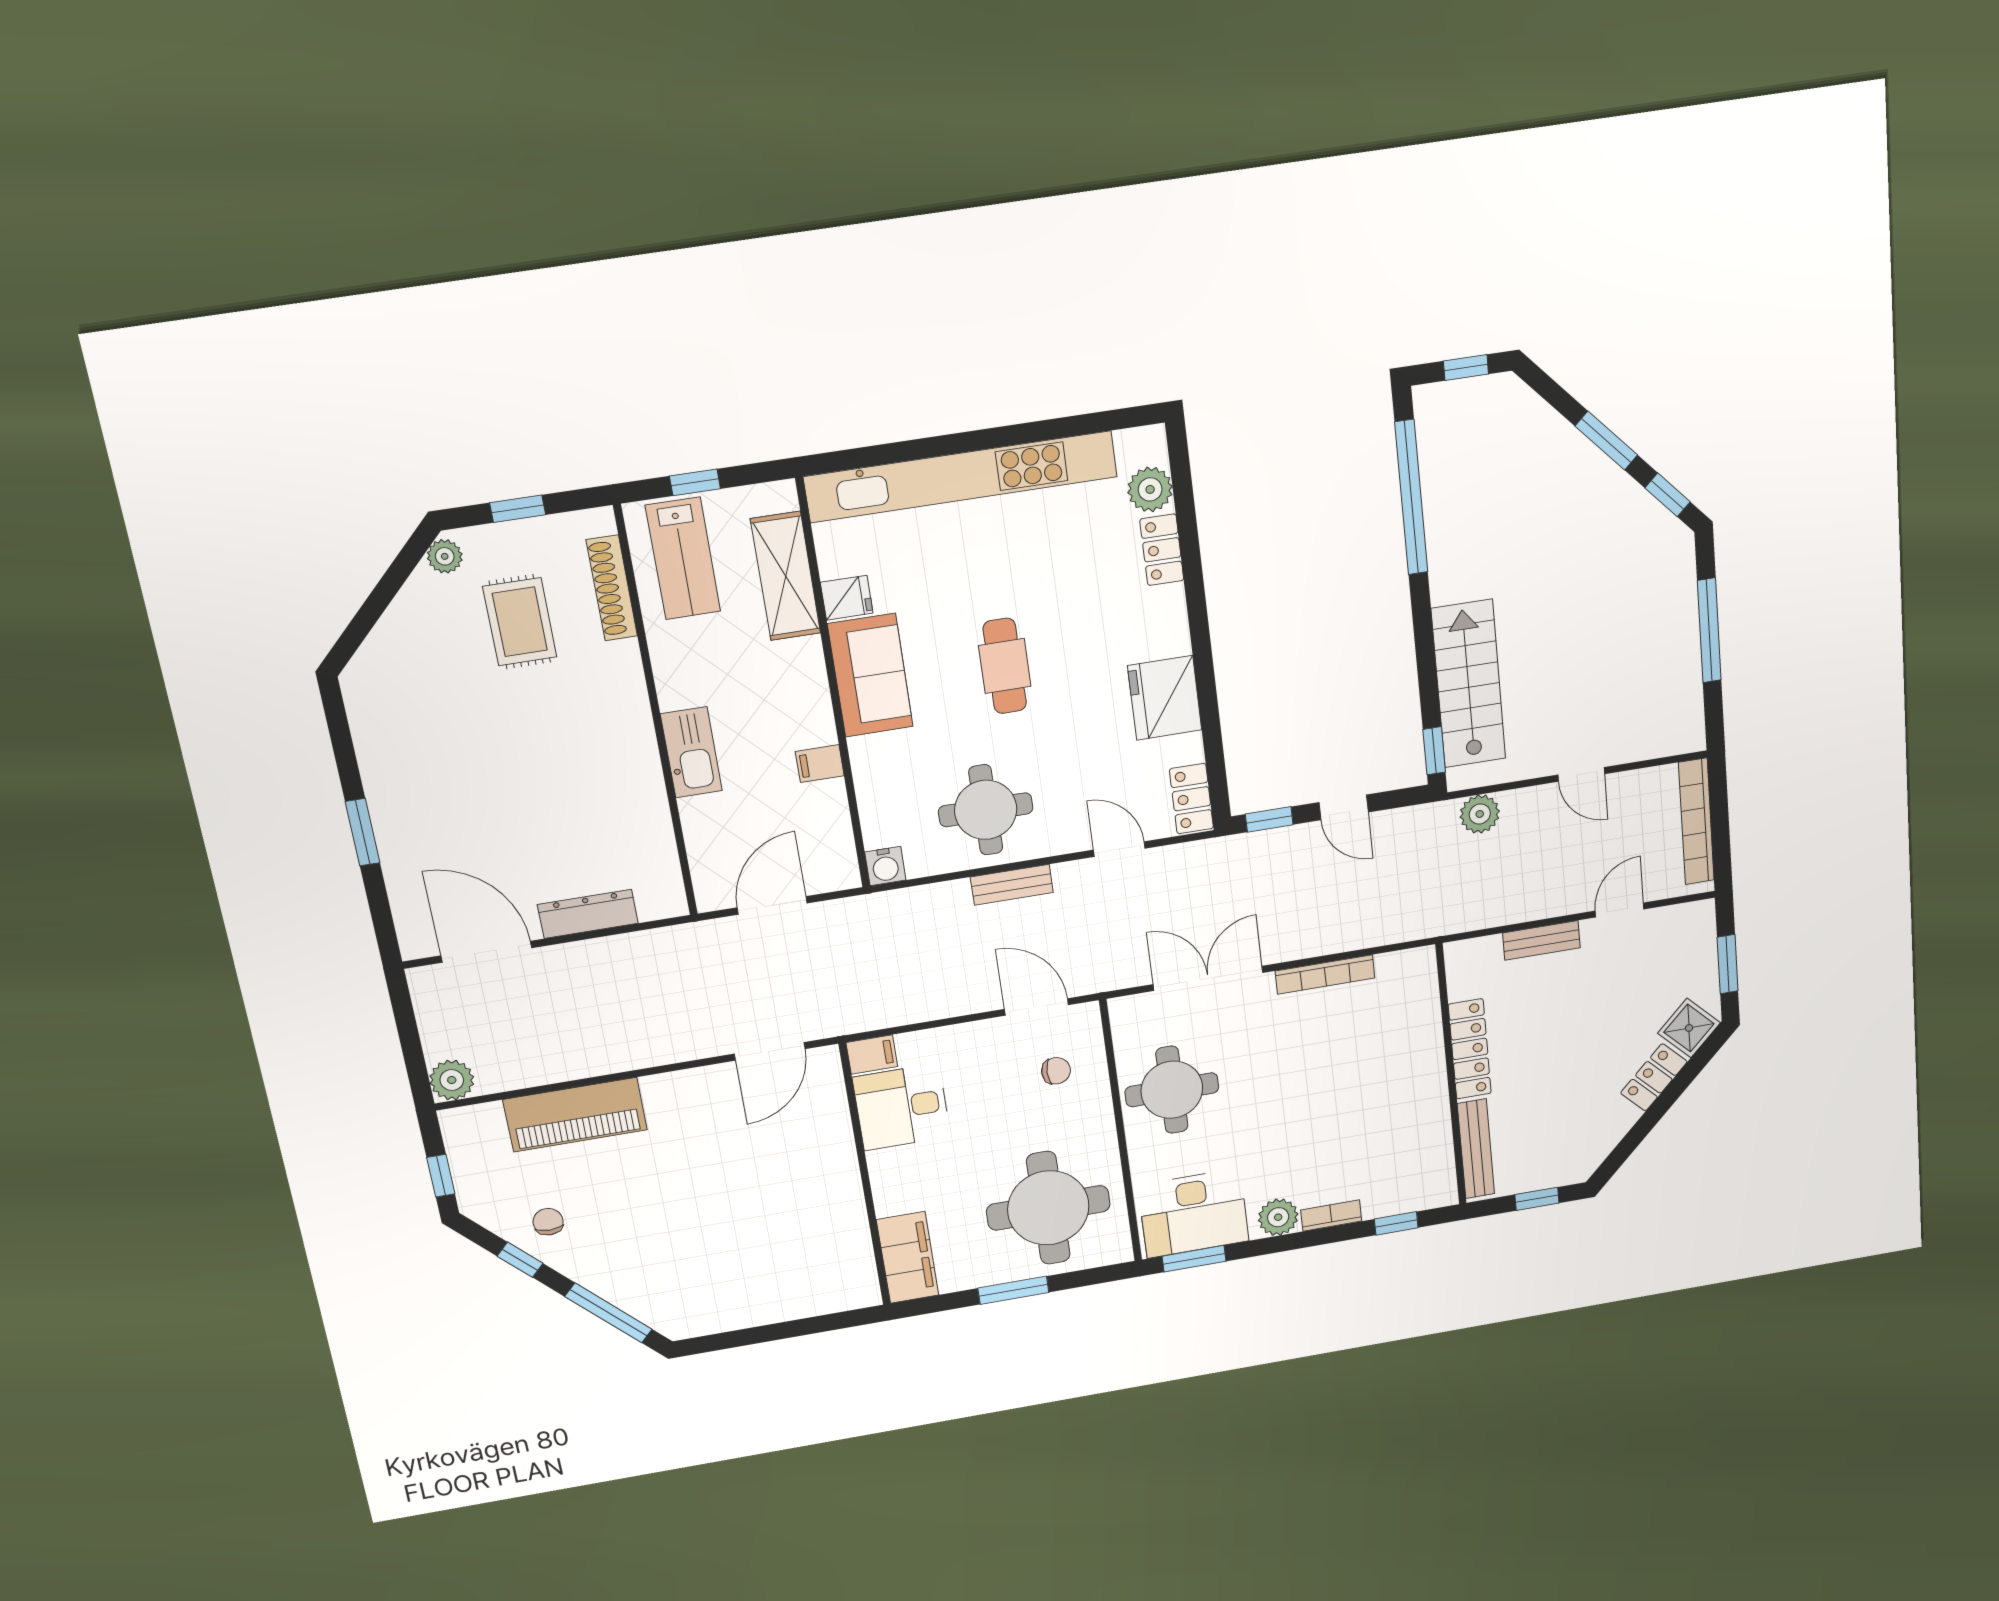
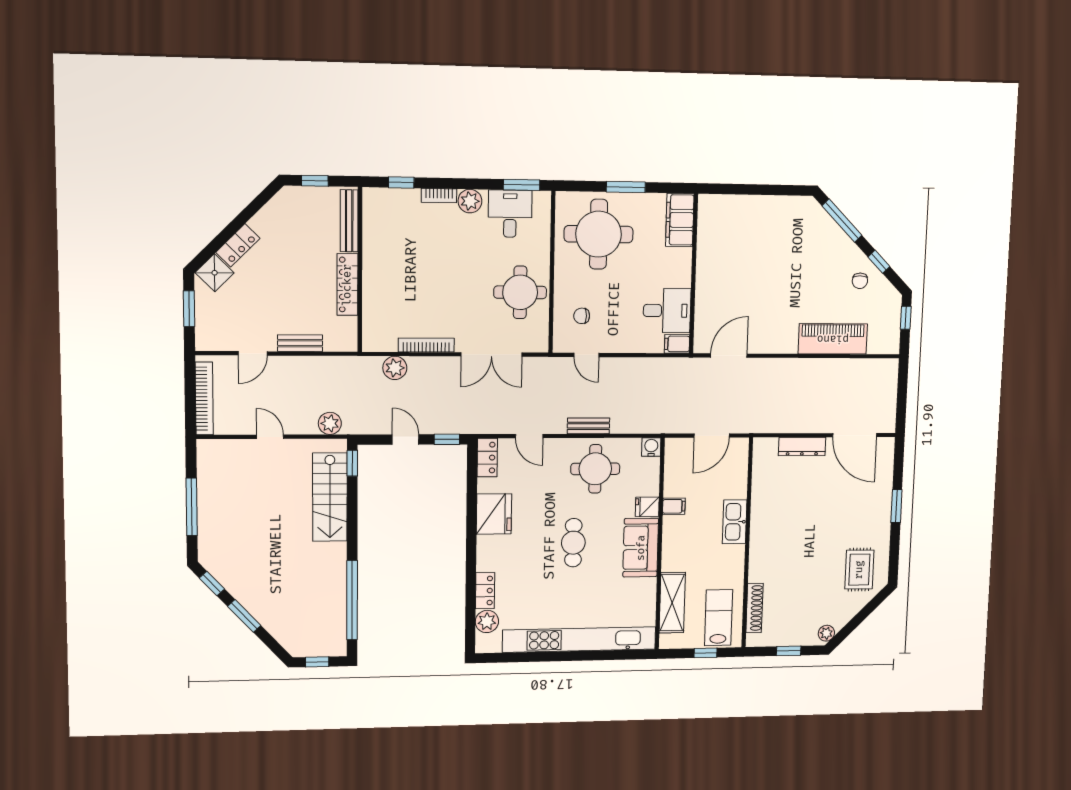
fridge: (847, 598) -> (647, 507), moved
rug: (520, 622) -> (859, 570), moved
door: (1036, 1007) -> (586, 355), width x0.73
plant: (452, 1080) -> (395, 368), moved
desk: (1194, 1213) -> (510, 214), width x0.73

